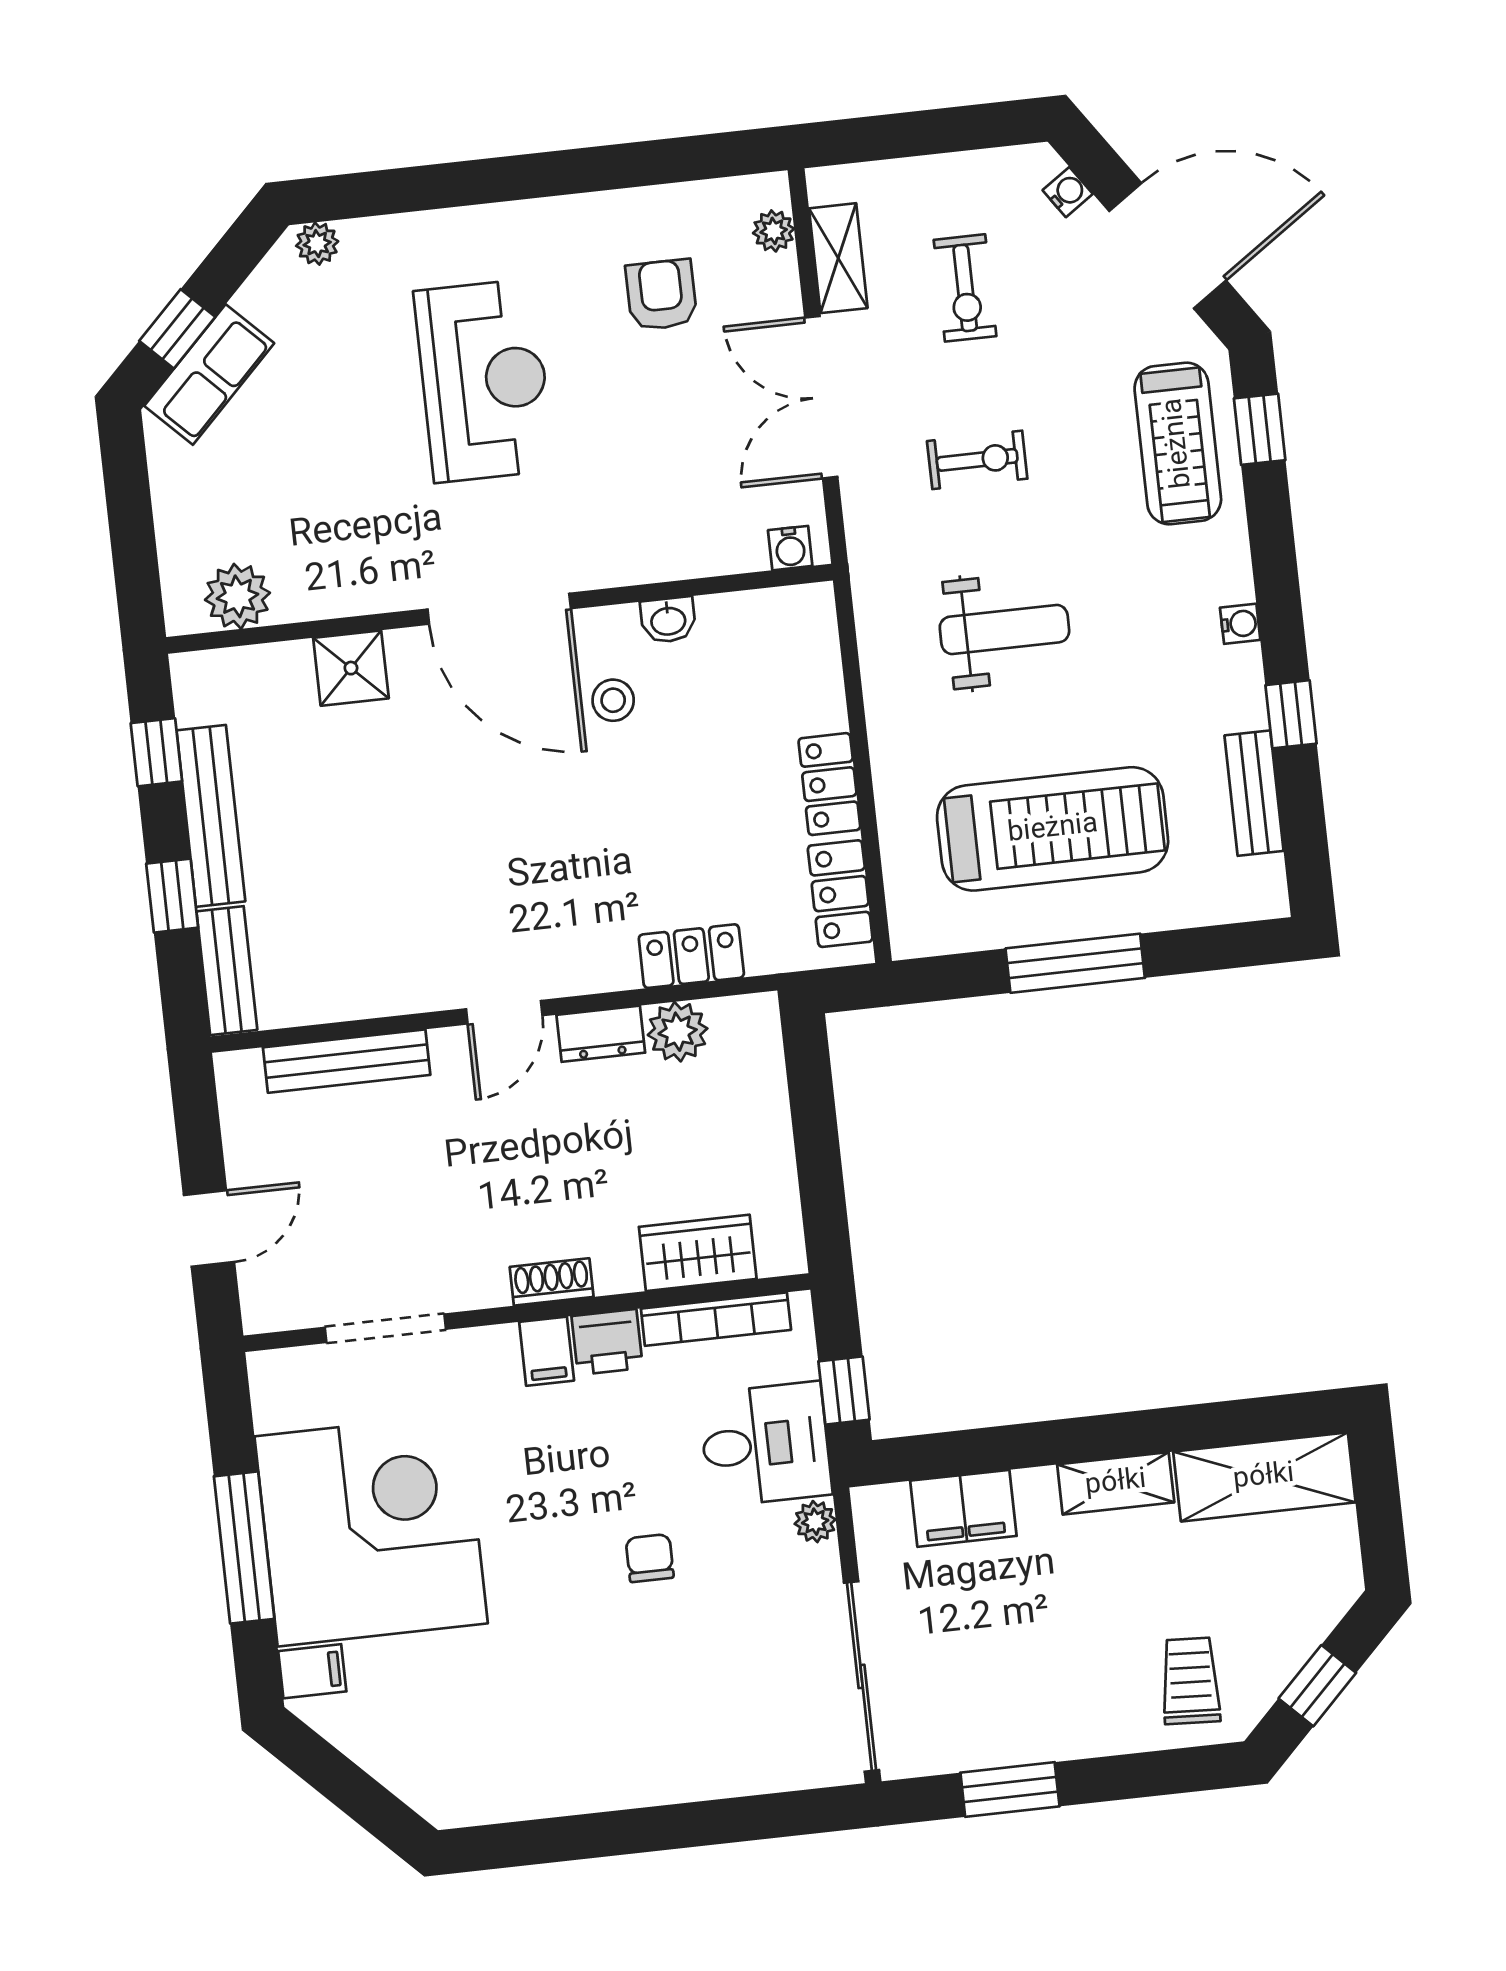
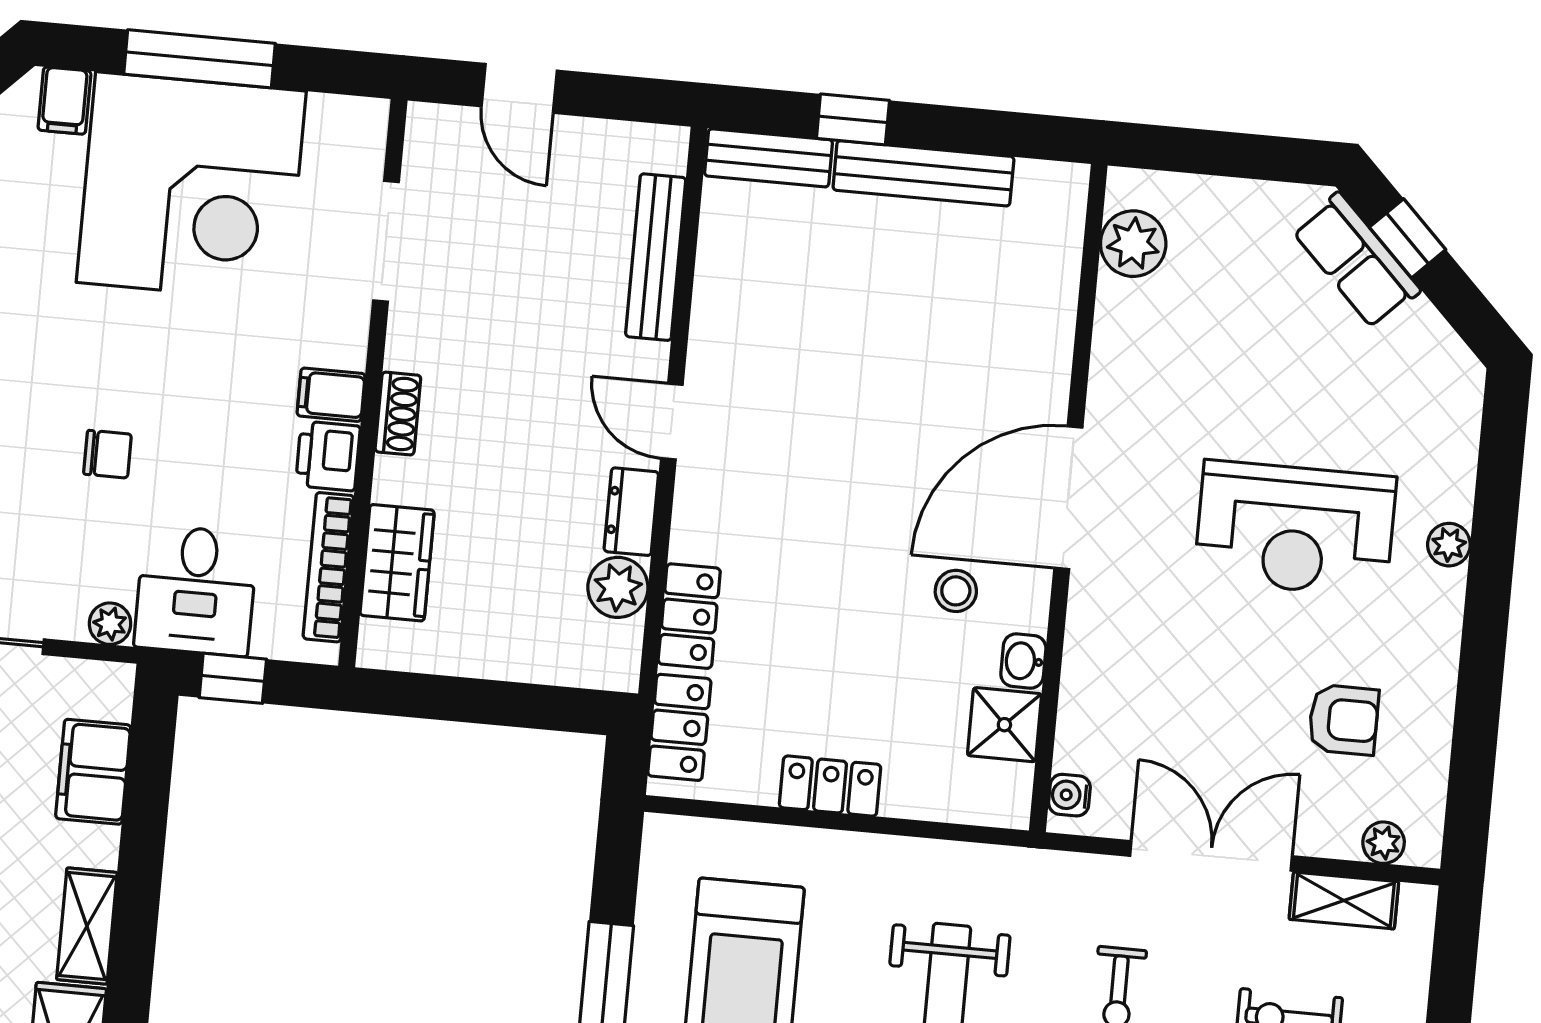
plant: (317, 244) -> (1449, 545), moved
shower: (351, 668) -> (1004, 725), moved
window: (156, 752) -> (997, 133), removed
locker: (840, 894) -> (679, 727), moved, turned 90

